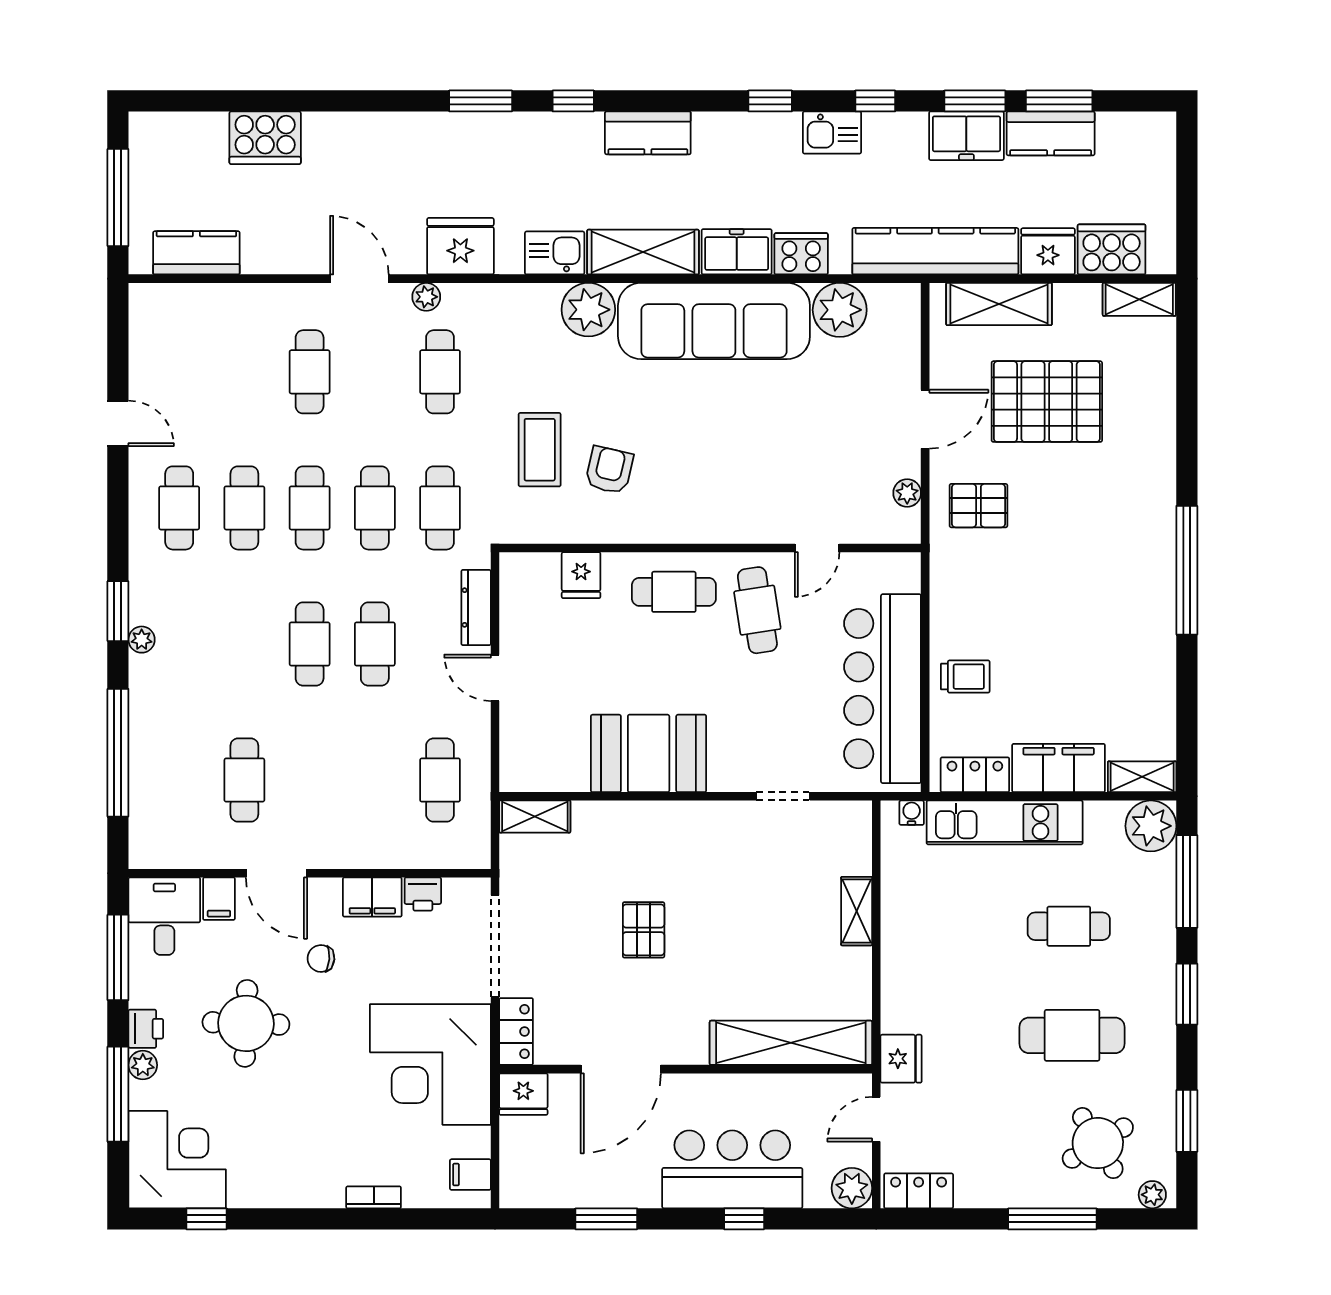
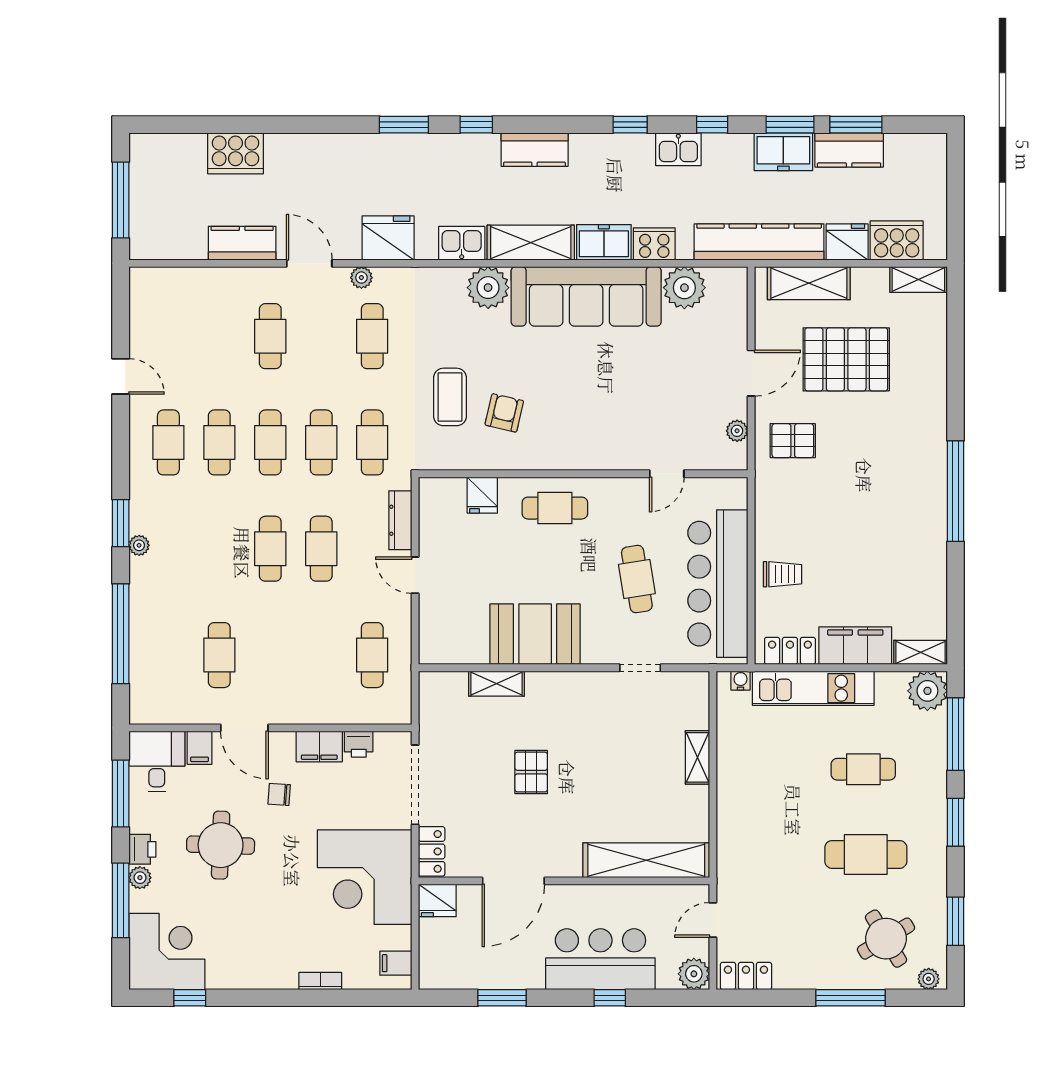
kitchen counter: (196, 253) -> (242, 243), moved
cafe table: (757, 610) -> (637, 579), moved
shelving: (535, 817) -> (496, 684), moved
fridge: (901, 1059) -> (732, 873), removed

